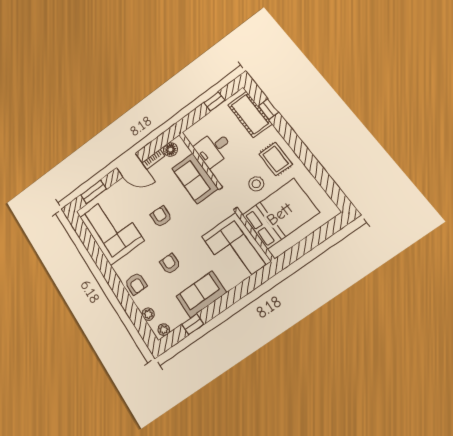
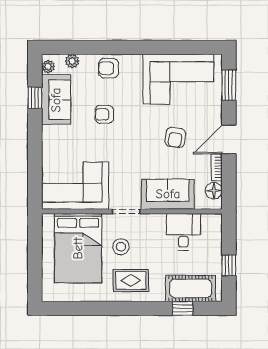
armchair: (161, 217) -> (175, 137), moved, turned 97
armchair: (170, 264) -> (104, 114), turned 180
sofa: (201, 294) -> (56, 100), moved

